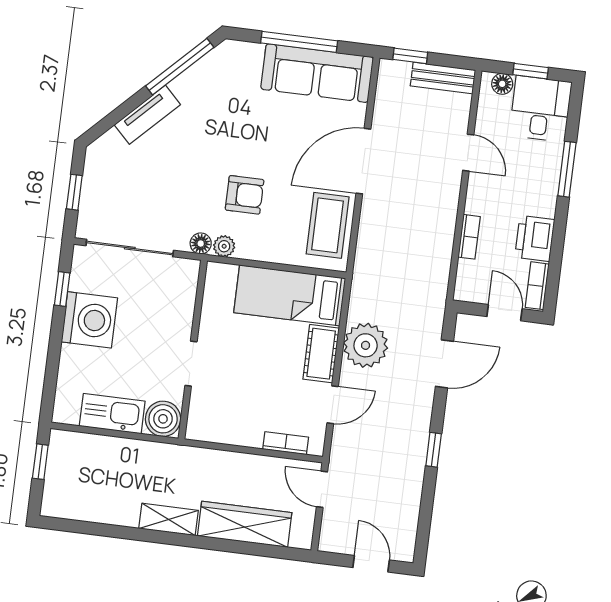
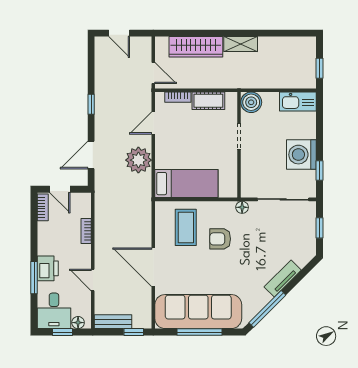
sofa: (317, 73) -> (198, 312), width x1.36, depth x1.27
door: (363, 161) -> (153, 267), swing flipped
coffee table: (328, 225) -> (186, 227), moved
printer: (535, 238) -> (48, 268), moved
plant: (224, 246) -> (228, 207), removed
cot: (321, 354) -> (208, 101), moved, turned 90
kitchen sink: (112, 414) -> (298, 102), moved

